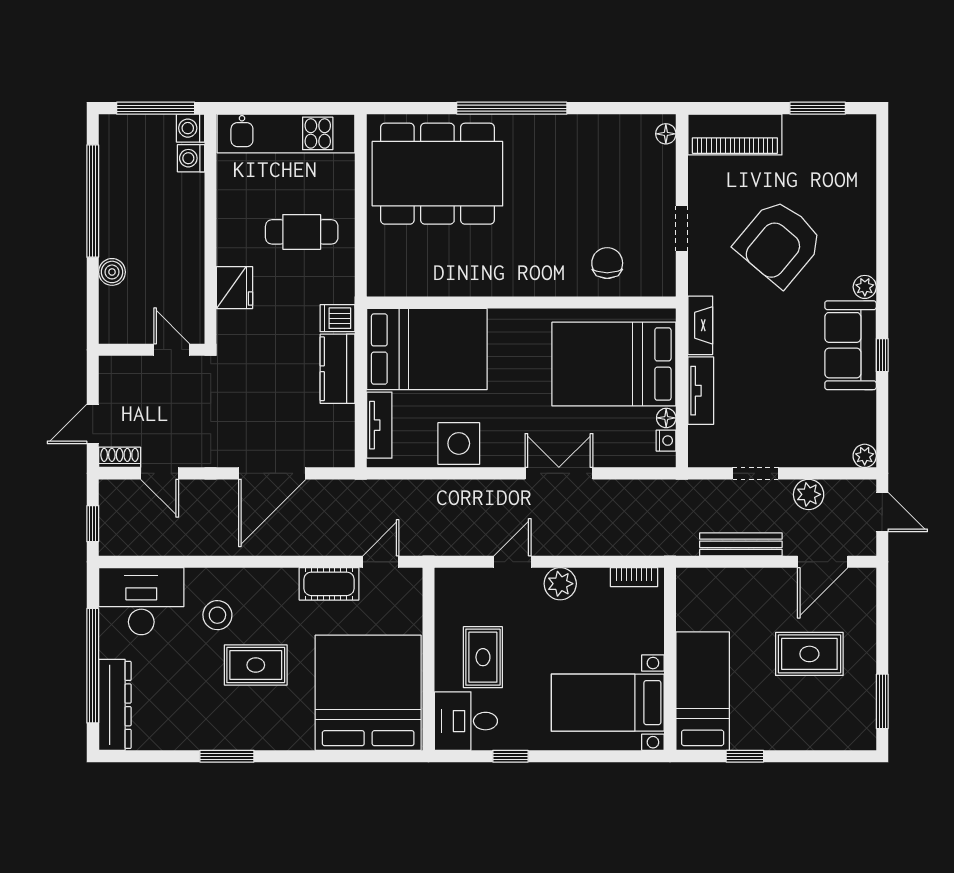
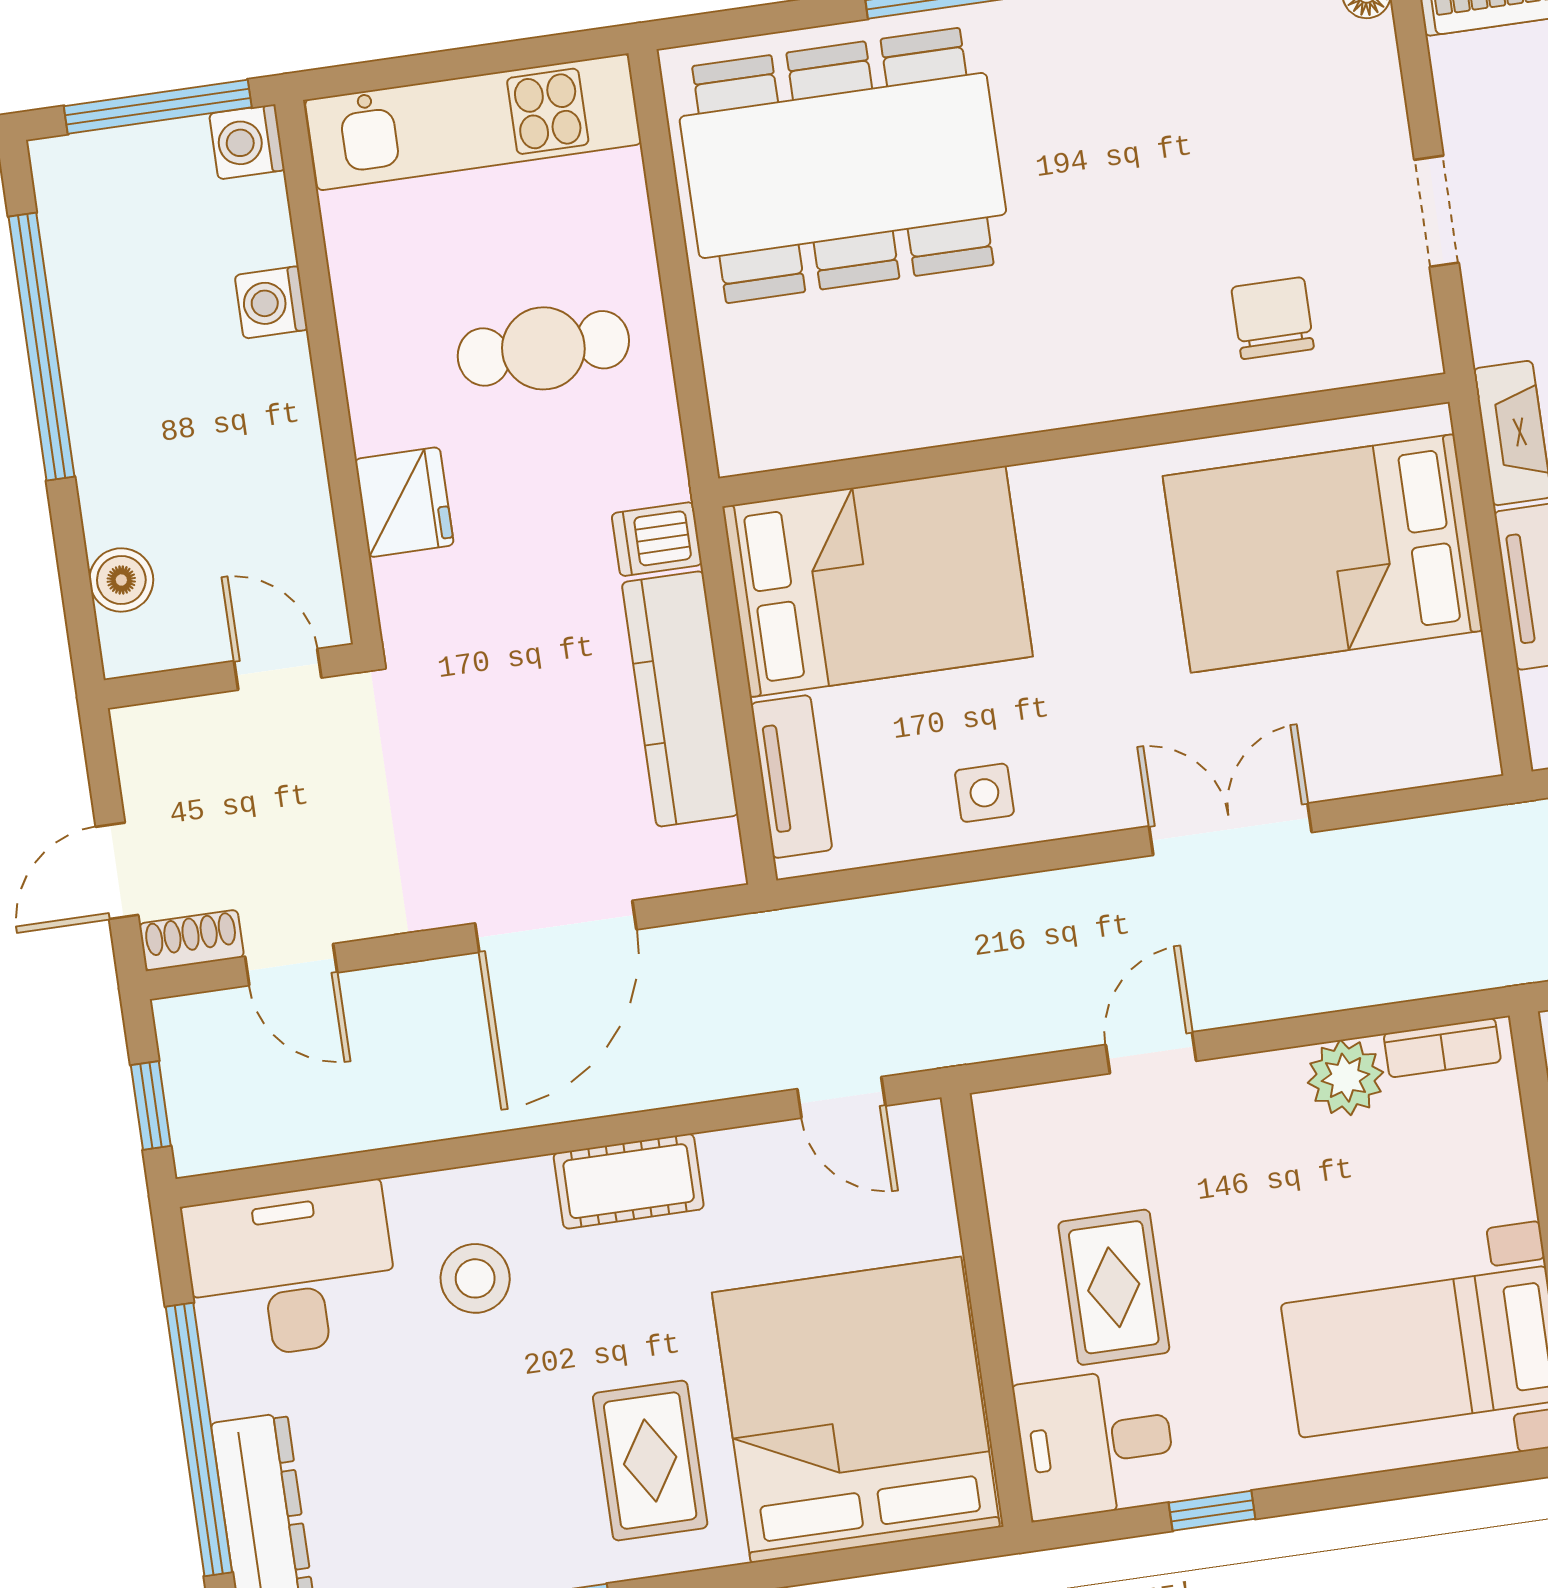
washing machine: (191, 158) -> (271, 302), moved
boiler: (112, 272) -> (121, 580), moved
kitchen counter: (338, 369) -> (680, 699), width x1.50
floor lamp: (666, 418) -> (1464, 663), removed
nightstand: (666, 441) -> (1471, 716), removed
side table: (459, 443) -> (984, 793), width x0.54, depth x0.54
door: (381, 562) -> (841, 1097), swing flipped
cot: (329, 584) -> (629, 1181), moved
plant: (560, 584) -> (1345, 1078), moved
rug: (256, 665) -> (650, 1461), moved, turned 90

